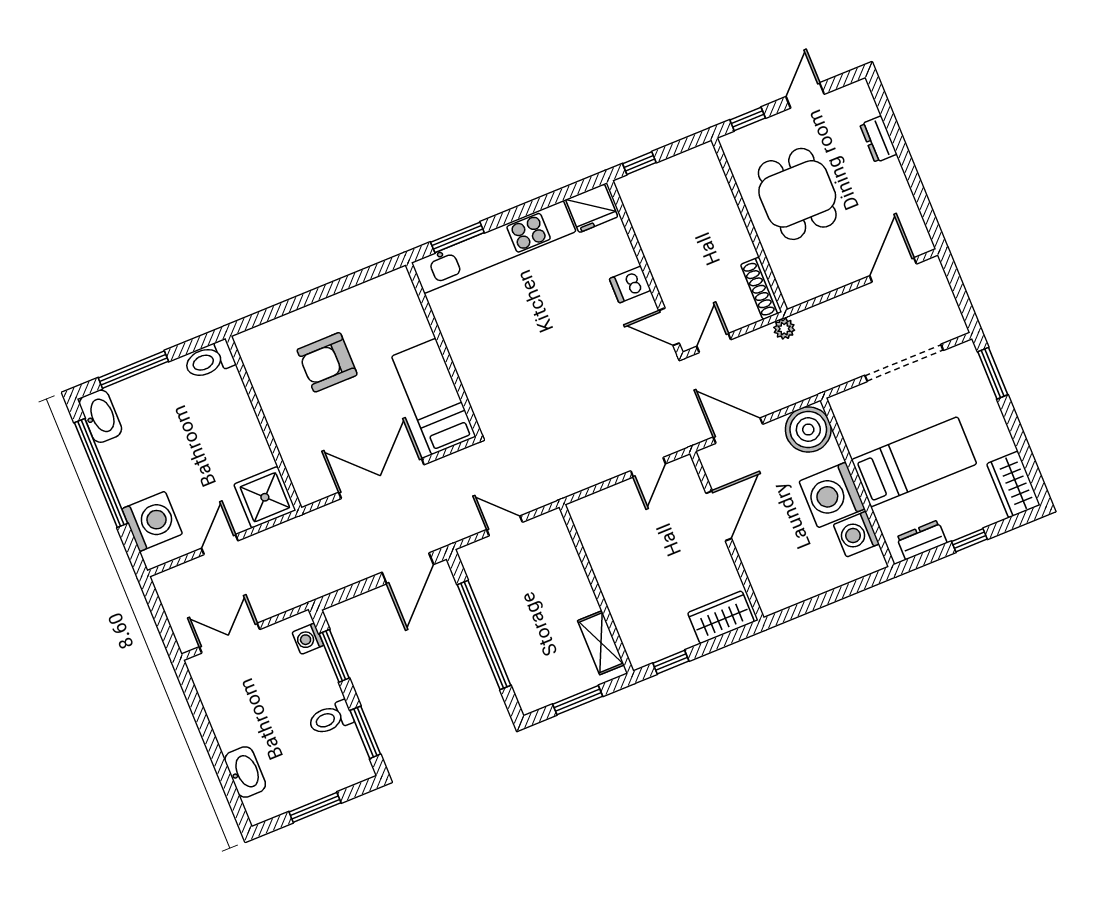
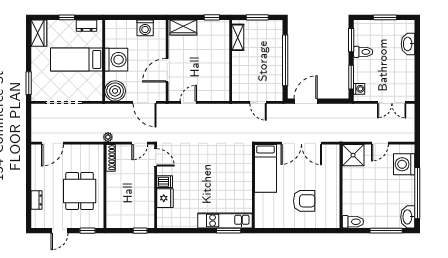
fridge: (592, 208) -> (165, 198), moved, turned 90
kitchen unit: (494, 247) -> (225, 221), width x0.73
washing machine: (856, 534) -> (145, 28), moved, turned 90

